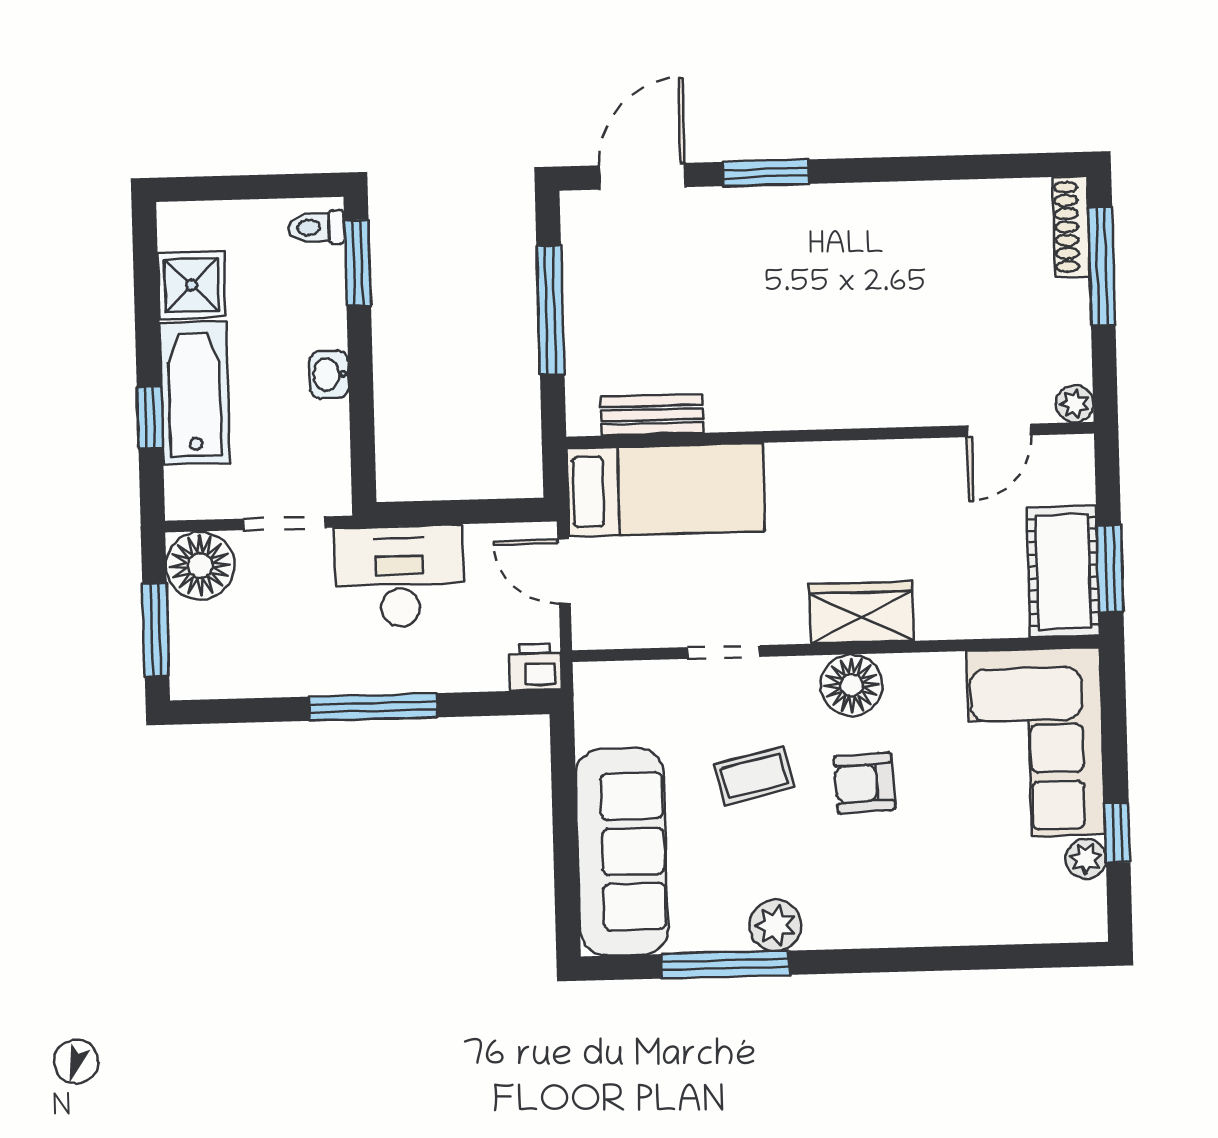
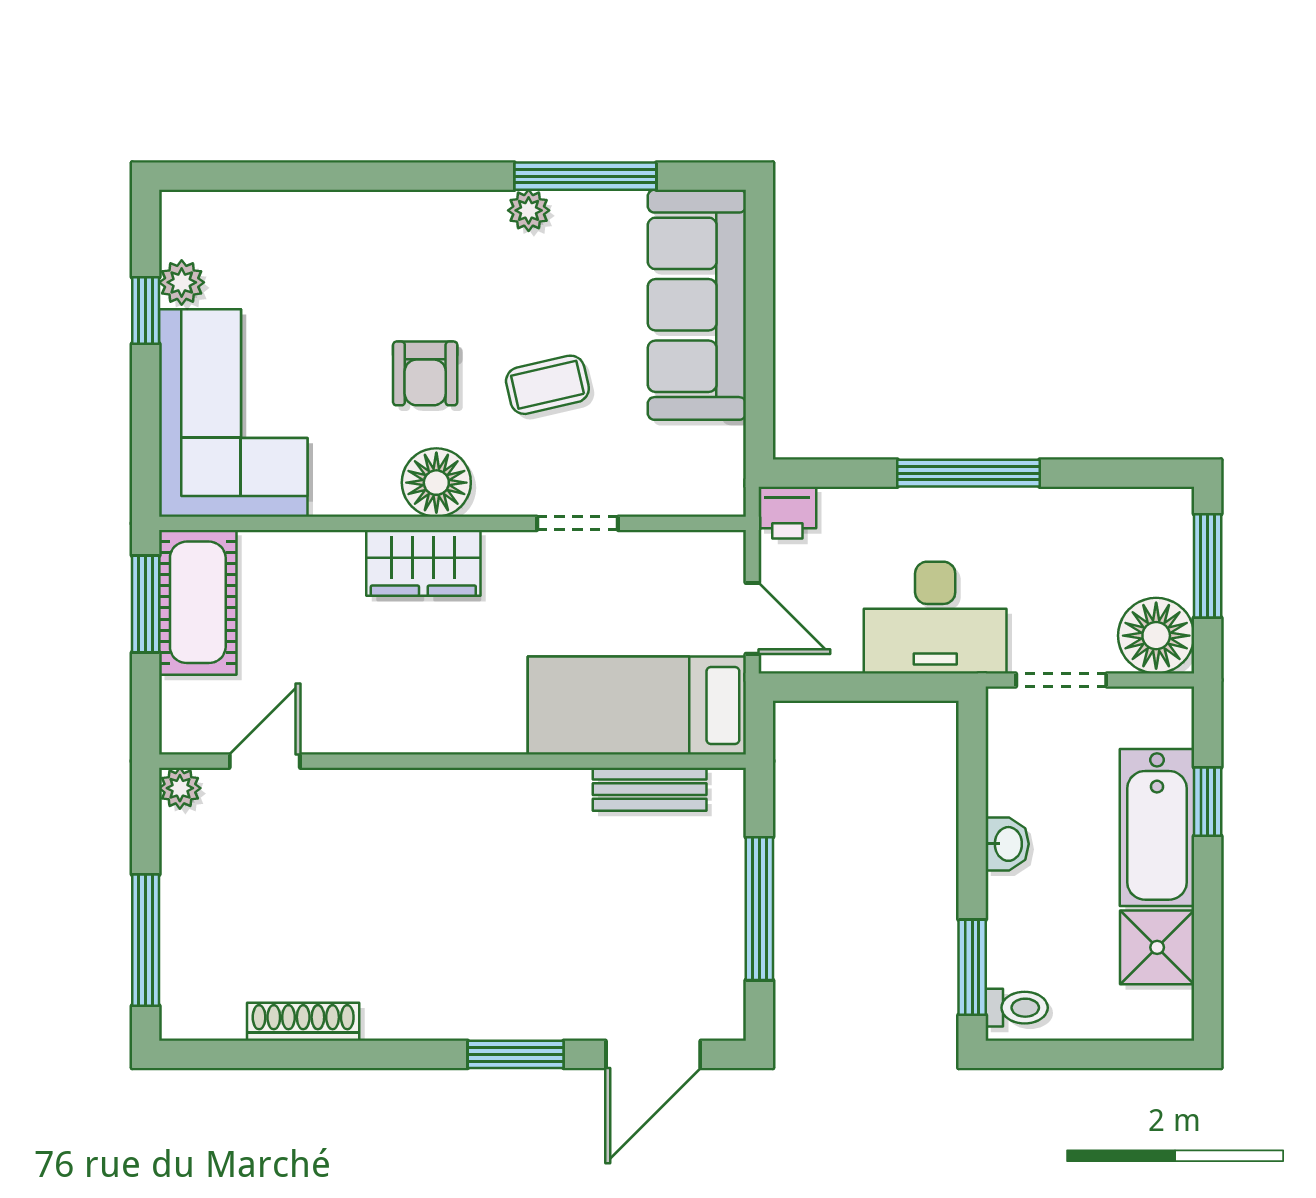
shoe rack: (1071, 227) -> (303, 1022), moved, turned -90
armchair: (864, 783) -> (425, 373), turned 93
plant: (775, 925) -> (529, 210), width x0.73, depth x0.73

